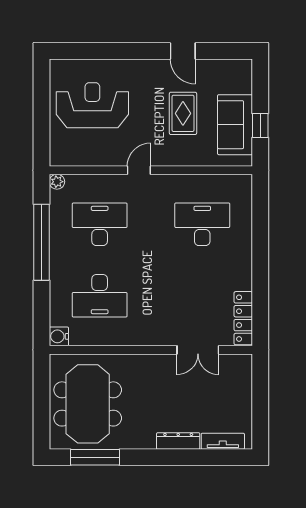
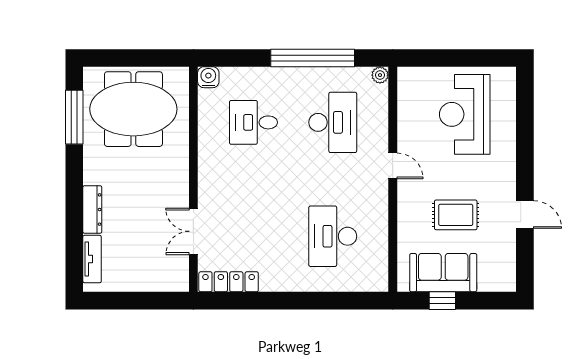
door: (183, 51) -> (525, 215), swing flipped
reception desk: (92, 105) -> (465, 114), turned 180
desk: (202, 224) -> (333, 236), turned 180
desk: (100, 296) -> (253, 122), width x0.73

